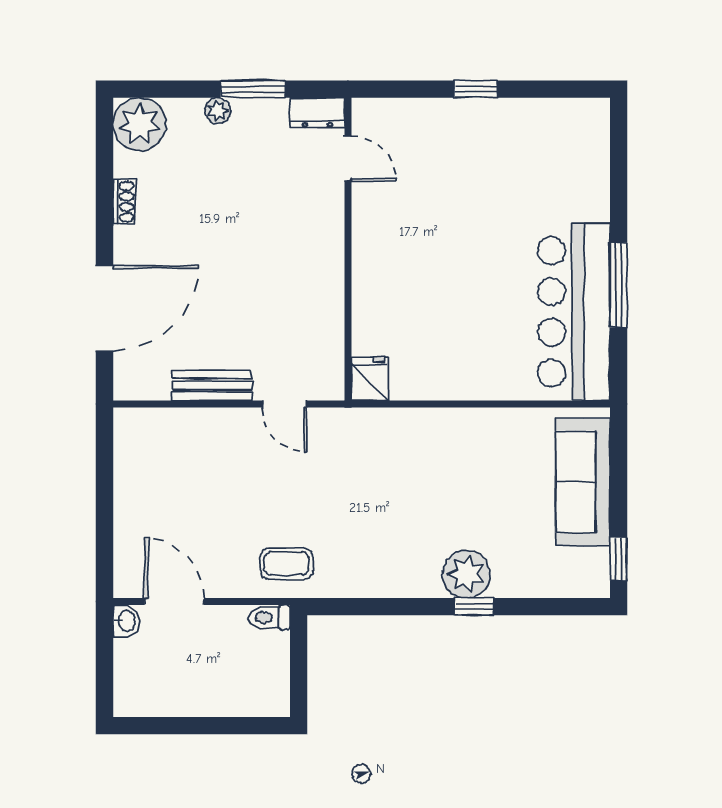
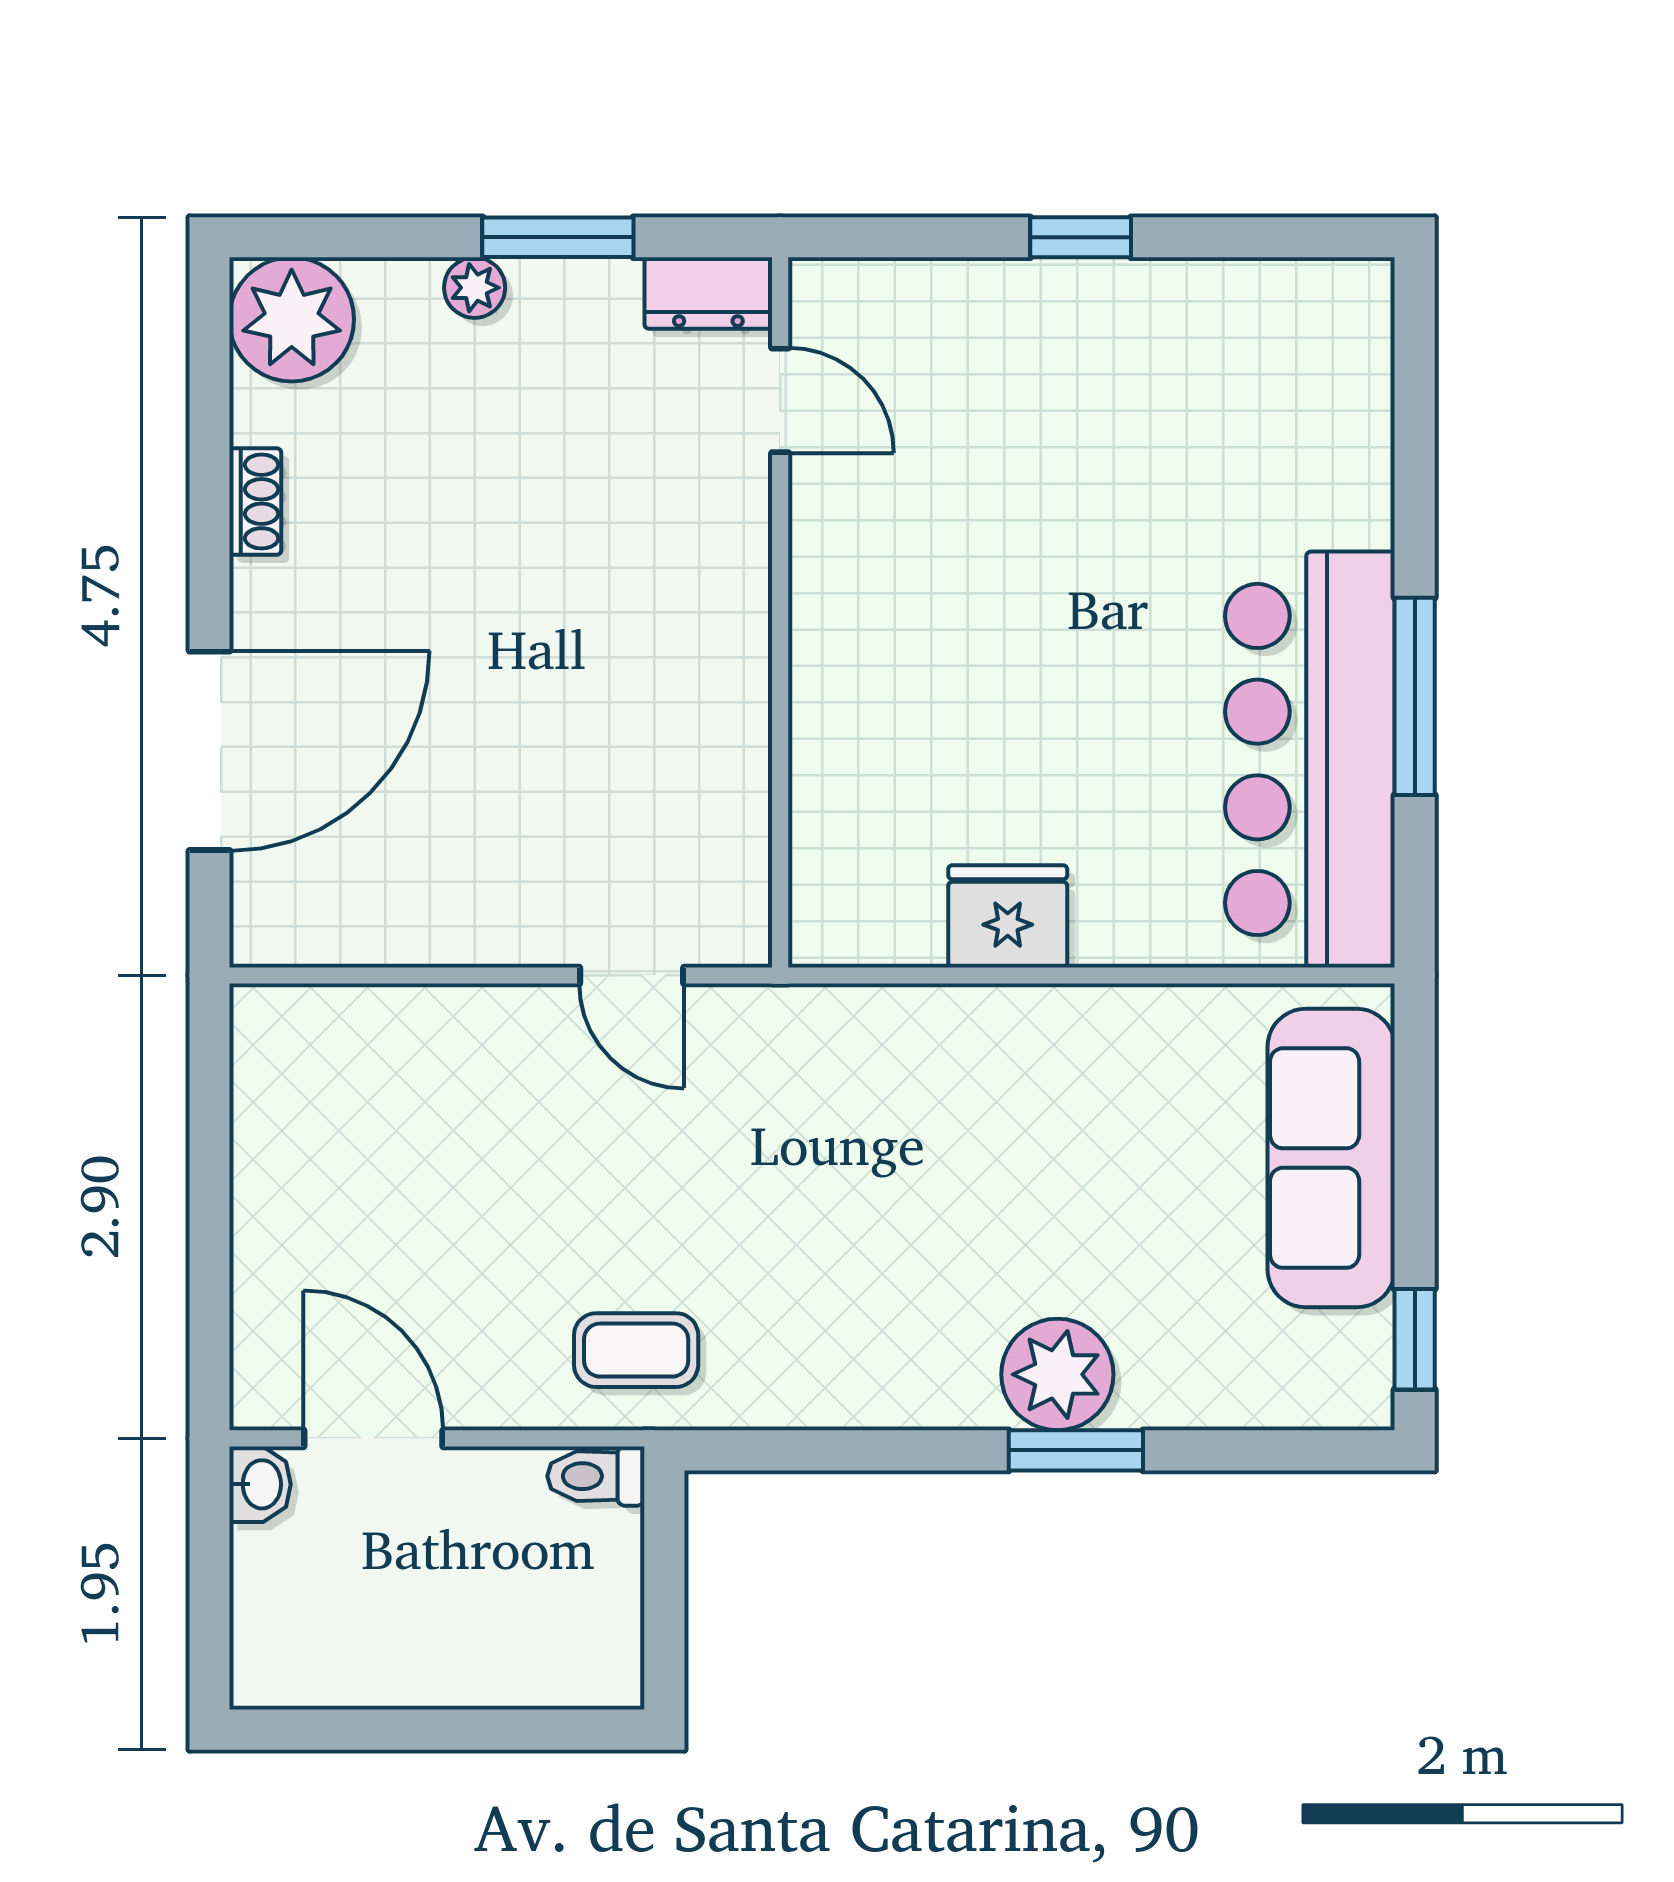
fridge: (370, 379) -> (1008, 916), moved, width x1.38
bench: (212, 385) -> (461, 932), removed
window: (474, 607) -> (1076, 1450), width x1.50

